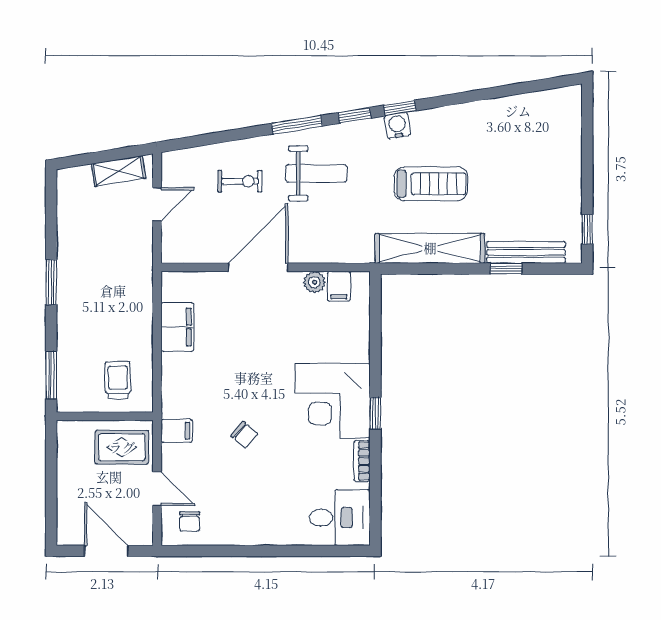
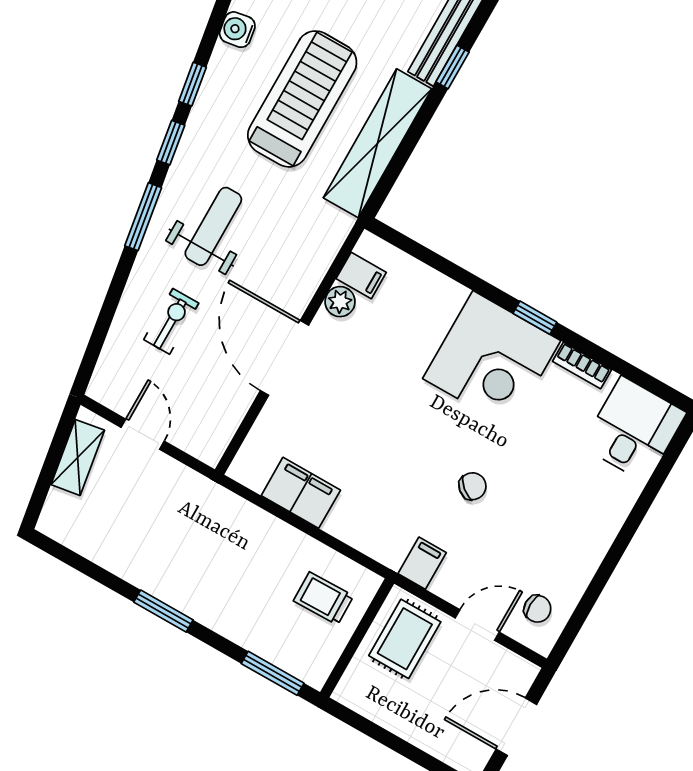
water cooler: (397, 126) -> (237, 30), moved
treadmill: (431, 184) -> (302, 99), width x1.37, depth x1.38

